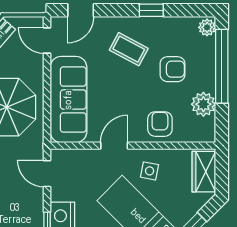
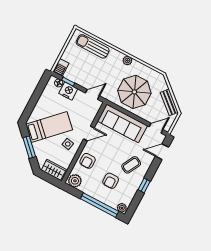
door: (81, 10) -> (162, 152), hinge flipped
plant: (203, 104) -> (75, 181), moved
armchair: (160, 124) -> (88, 161), turned 90
door: (114, 146) -> (89, 133), hinge flipped

